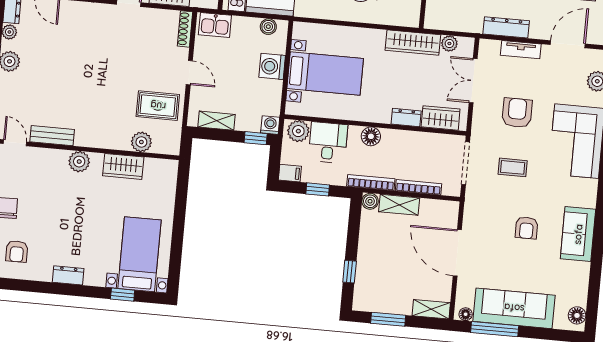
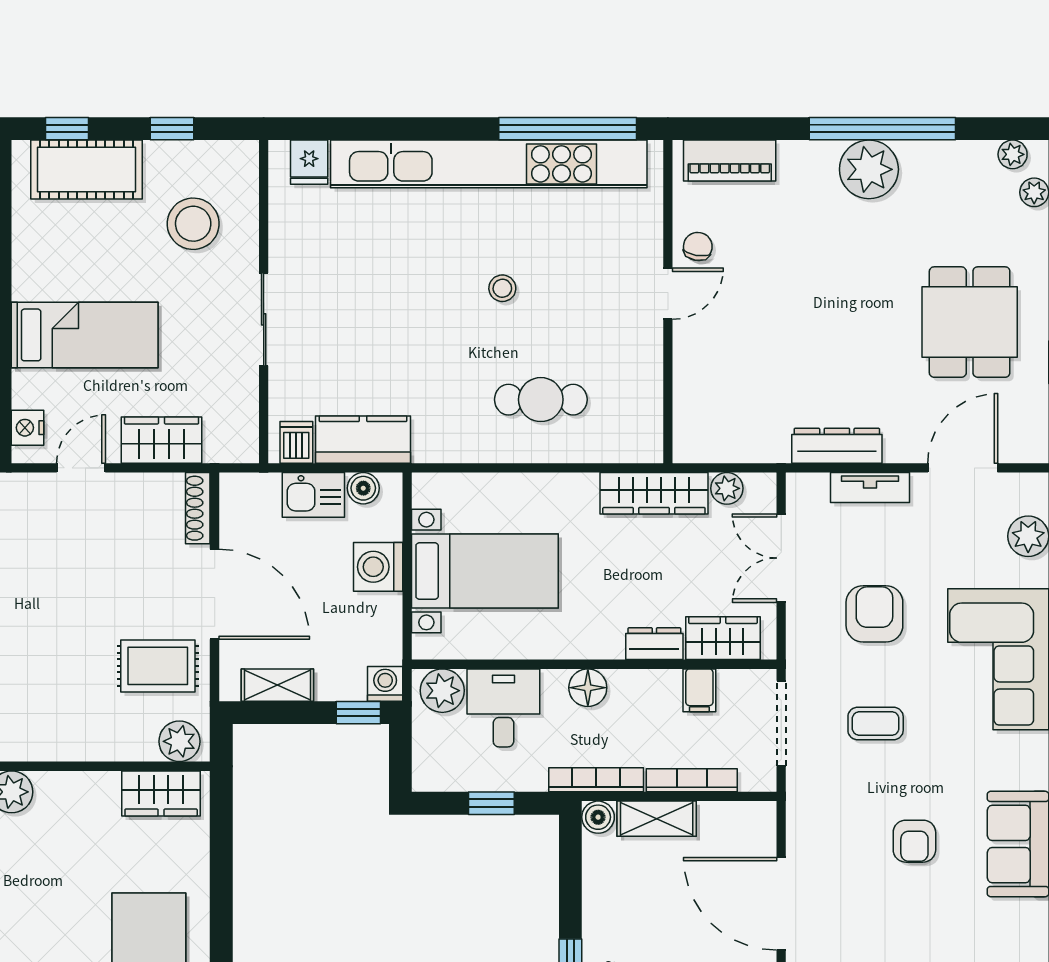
kitchen sink: (215, 25) -> (313, 495), moved
door: (189, 73) -> (215, 594), width x1.87
plant: (141, 142) -> (179, 741), moved
wardrobe: (123, 166) -> (161, 793), moved
filing cabinet: (290, 173) -> (699, 690), moved, turned 90

